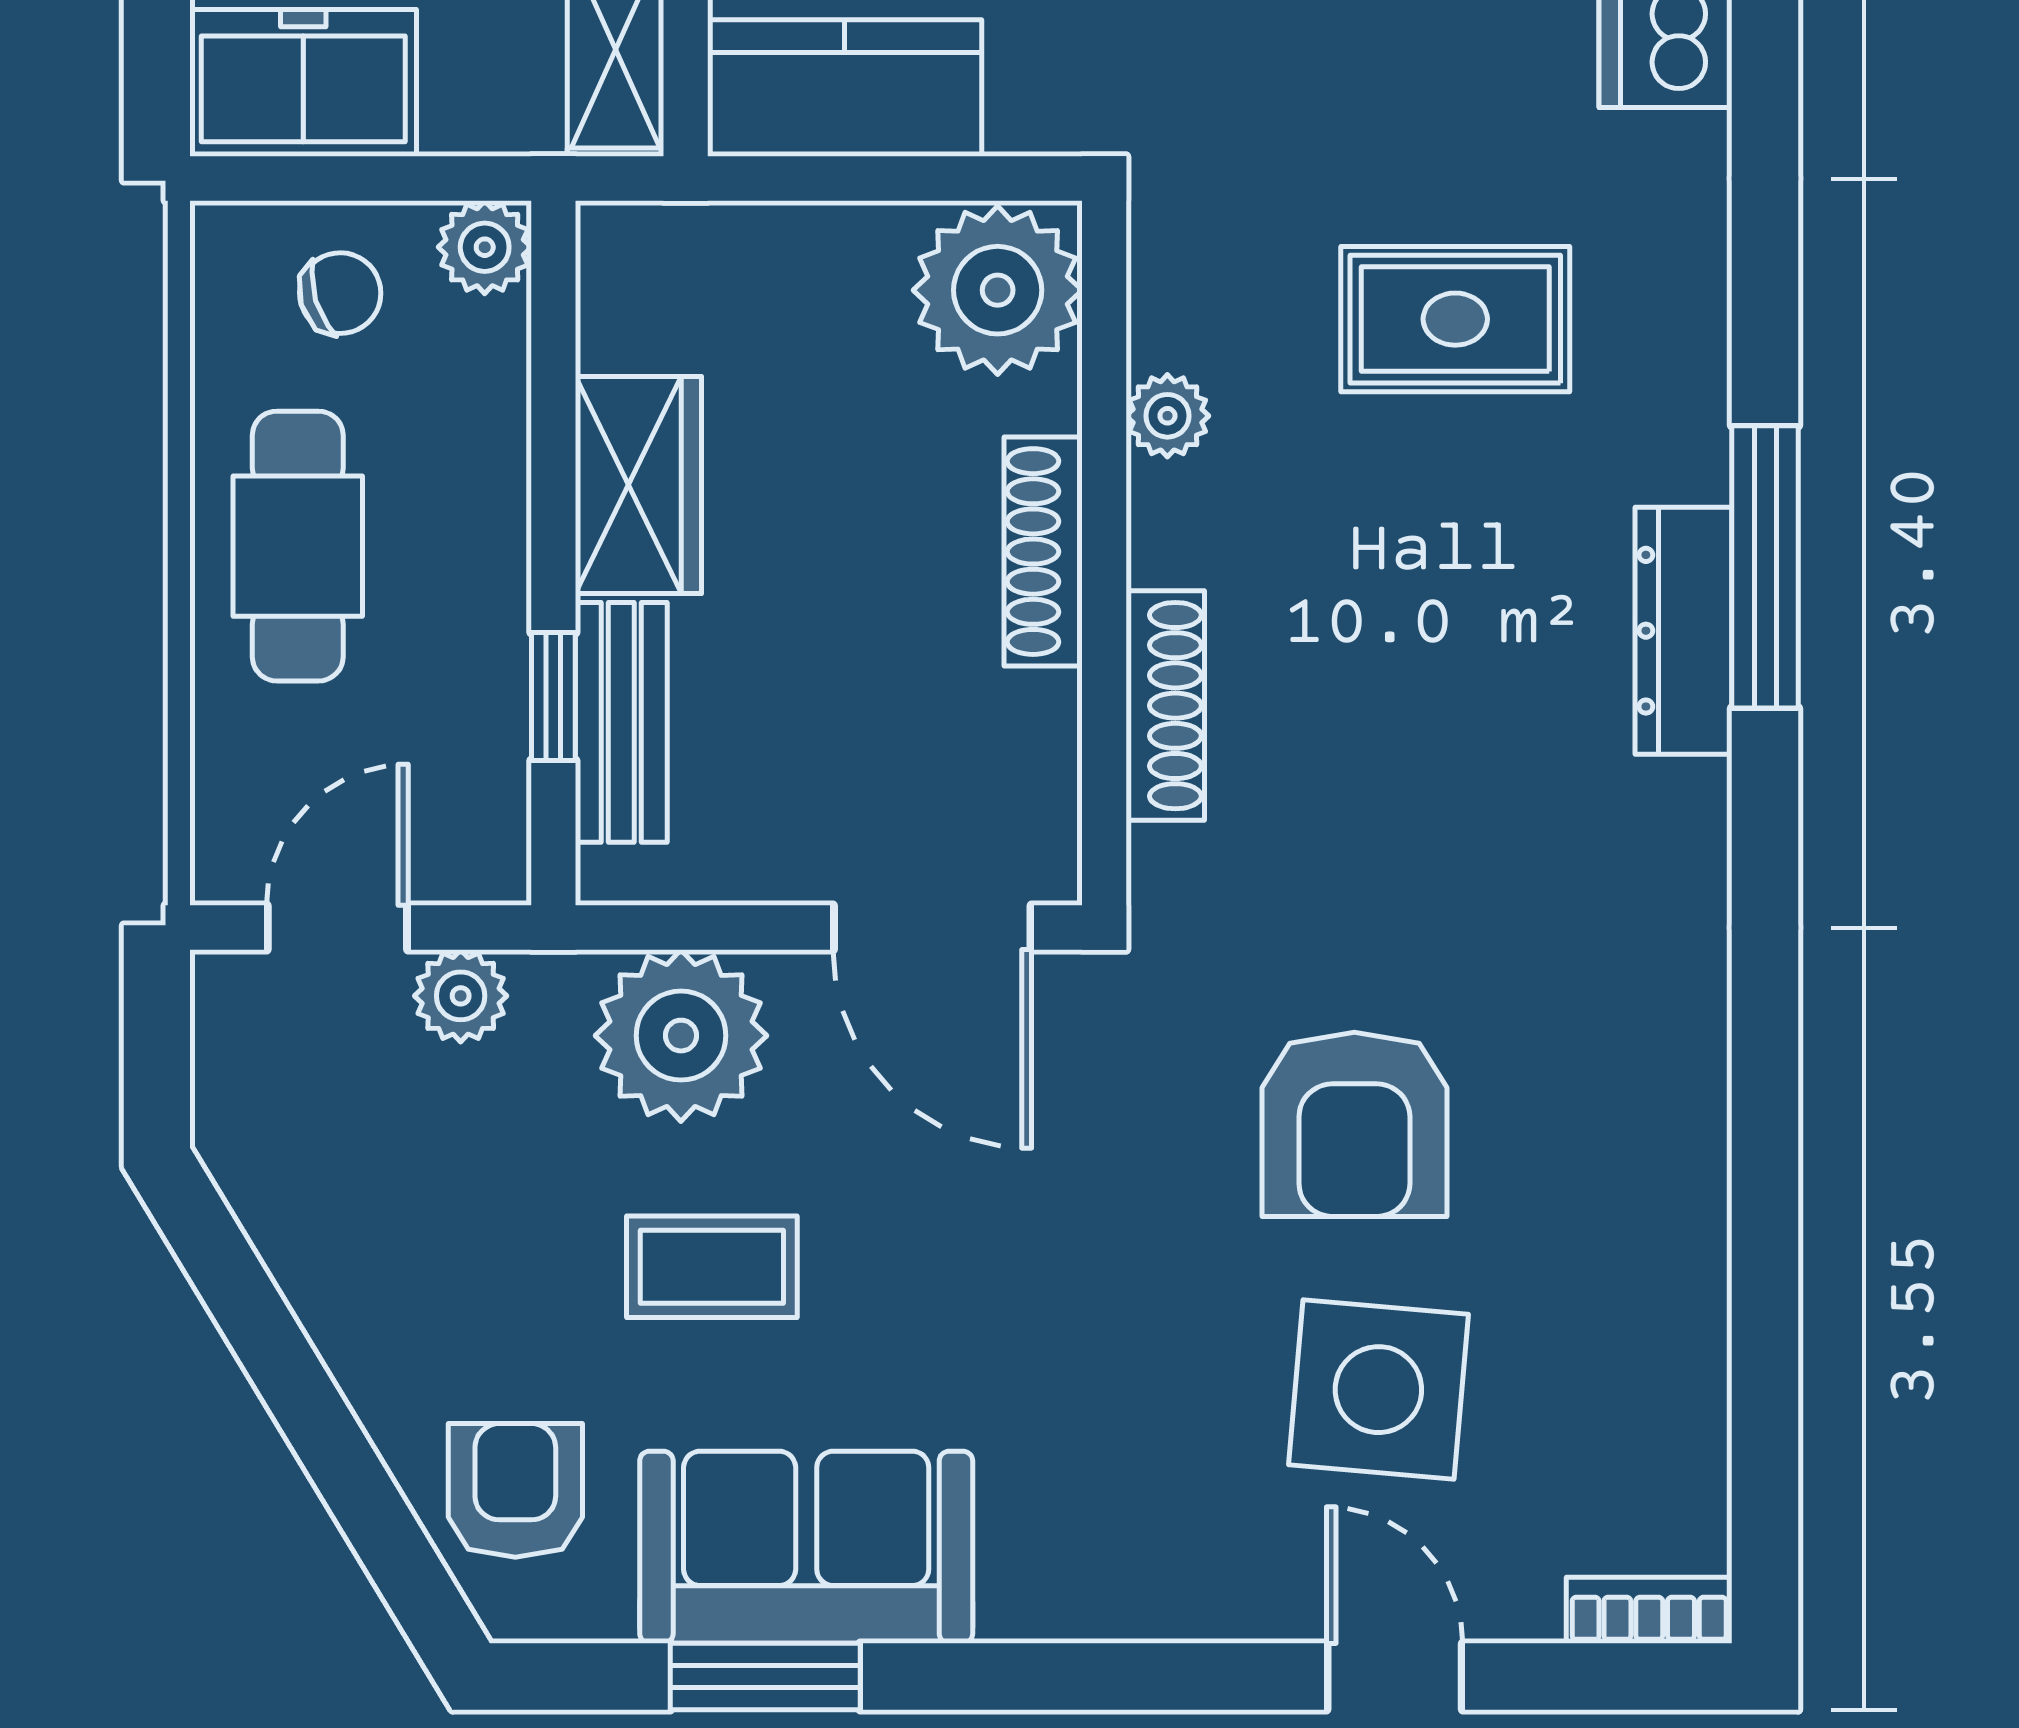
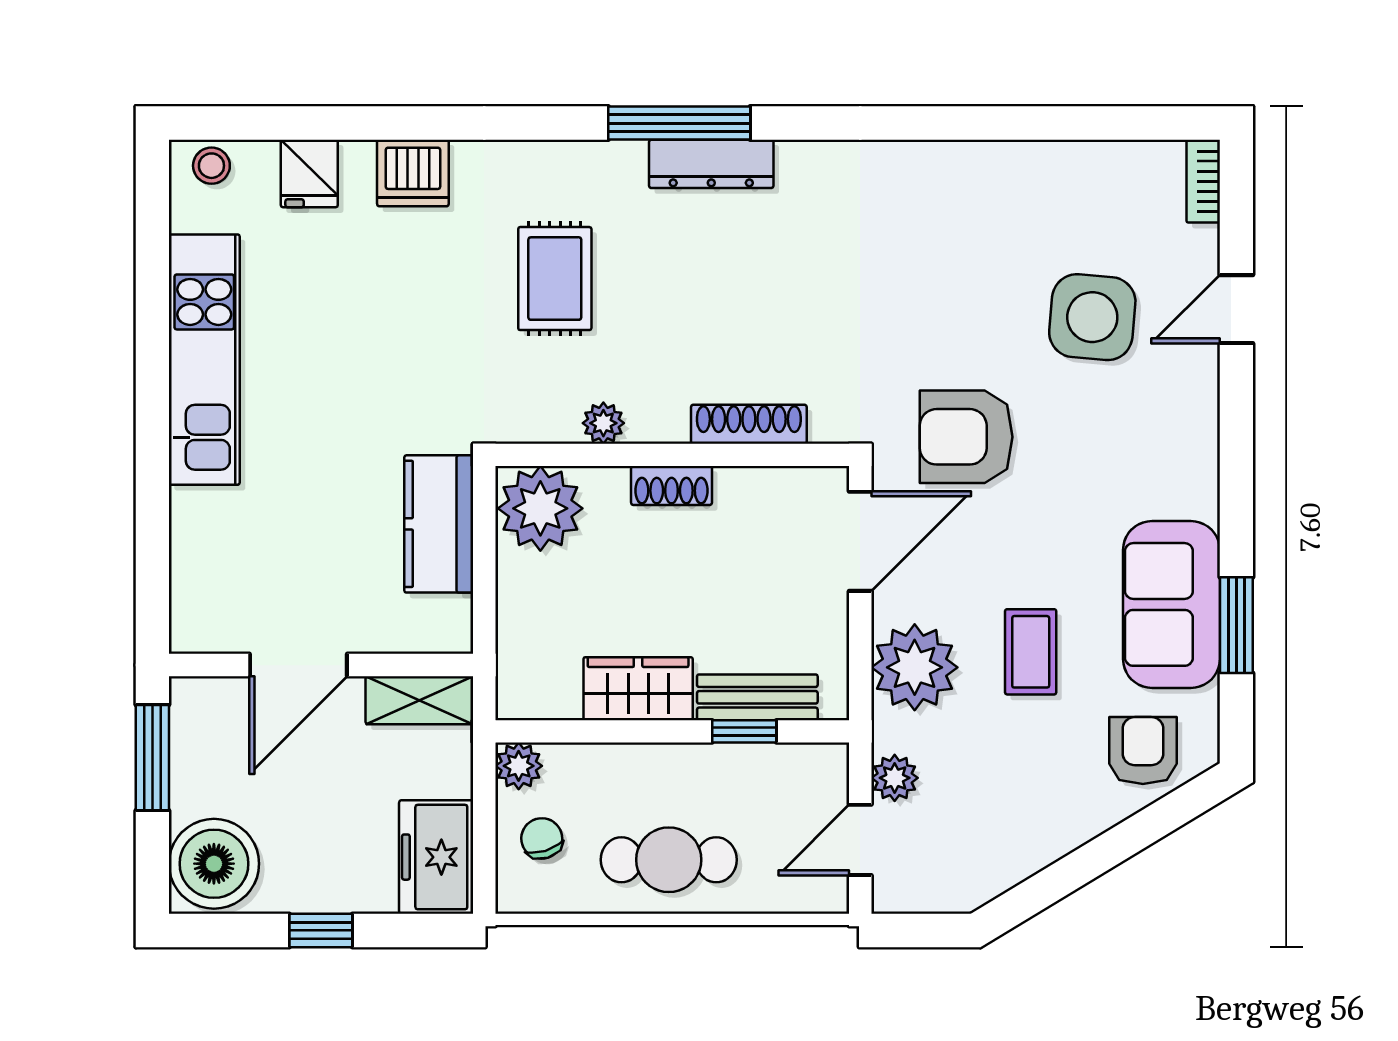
kitchen counter: (845, 88) -> (439, 524), moved
shoe rack: (1043, 552) -> (672, 485), width x0.70
door: (337, 928) -> (860, 840), hinge flipped
armchair: (1354, 1124) -> (966, 437), moved, turned 180
armchair: (515, 1490) -> (1143, 751), turned 90

